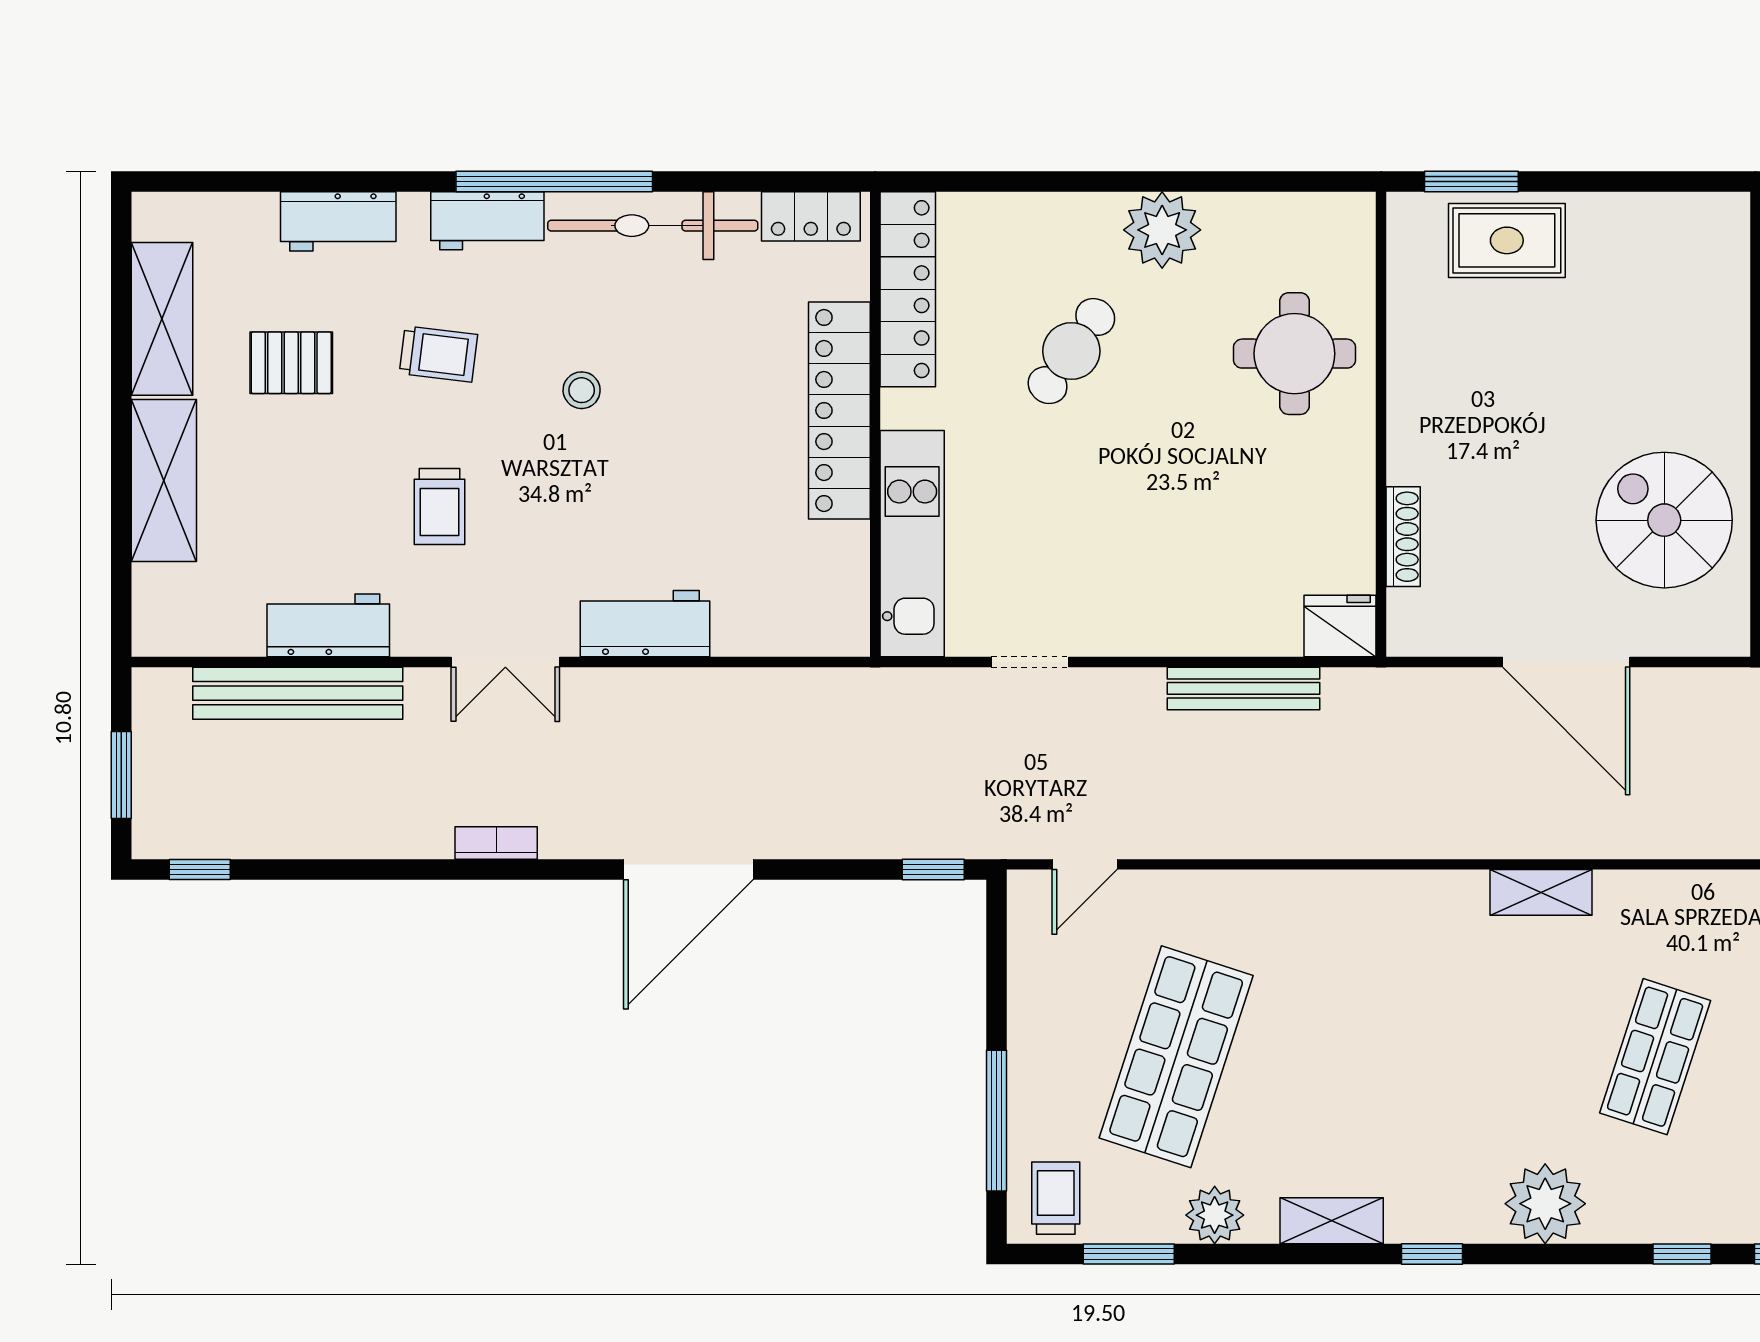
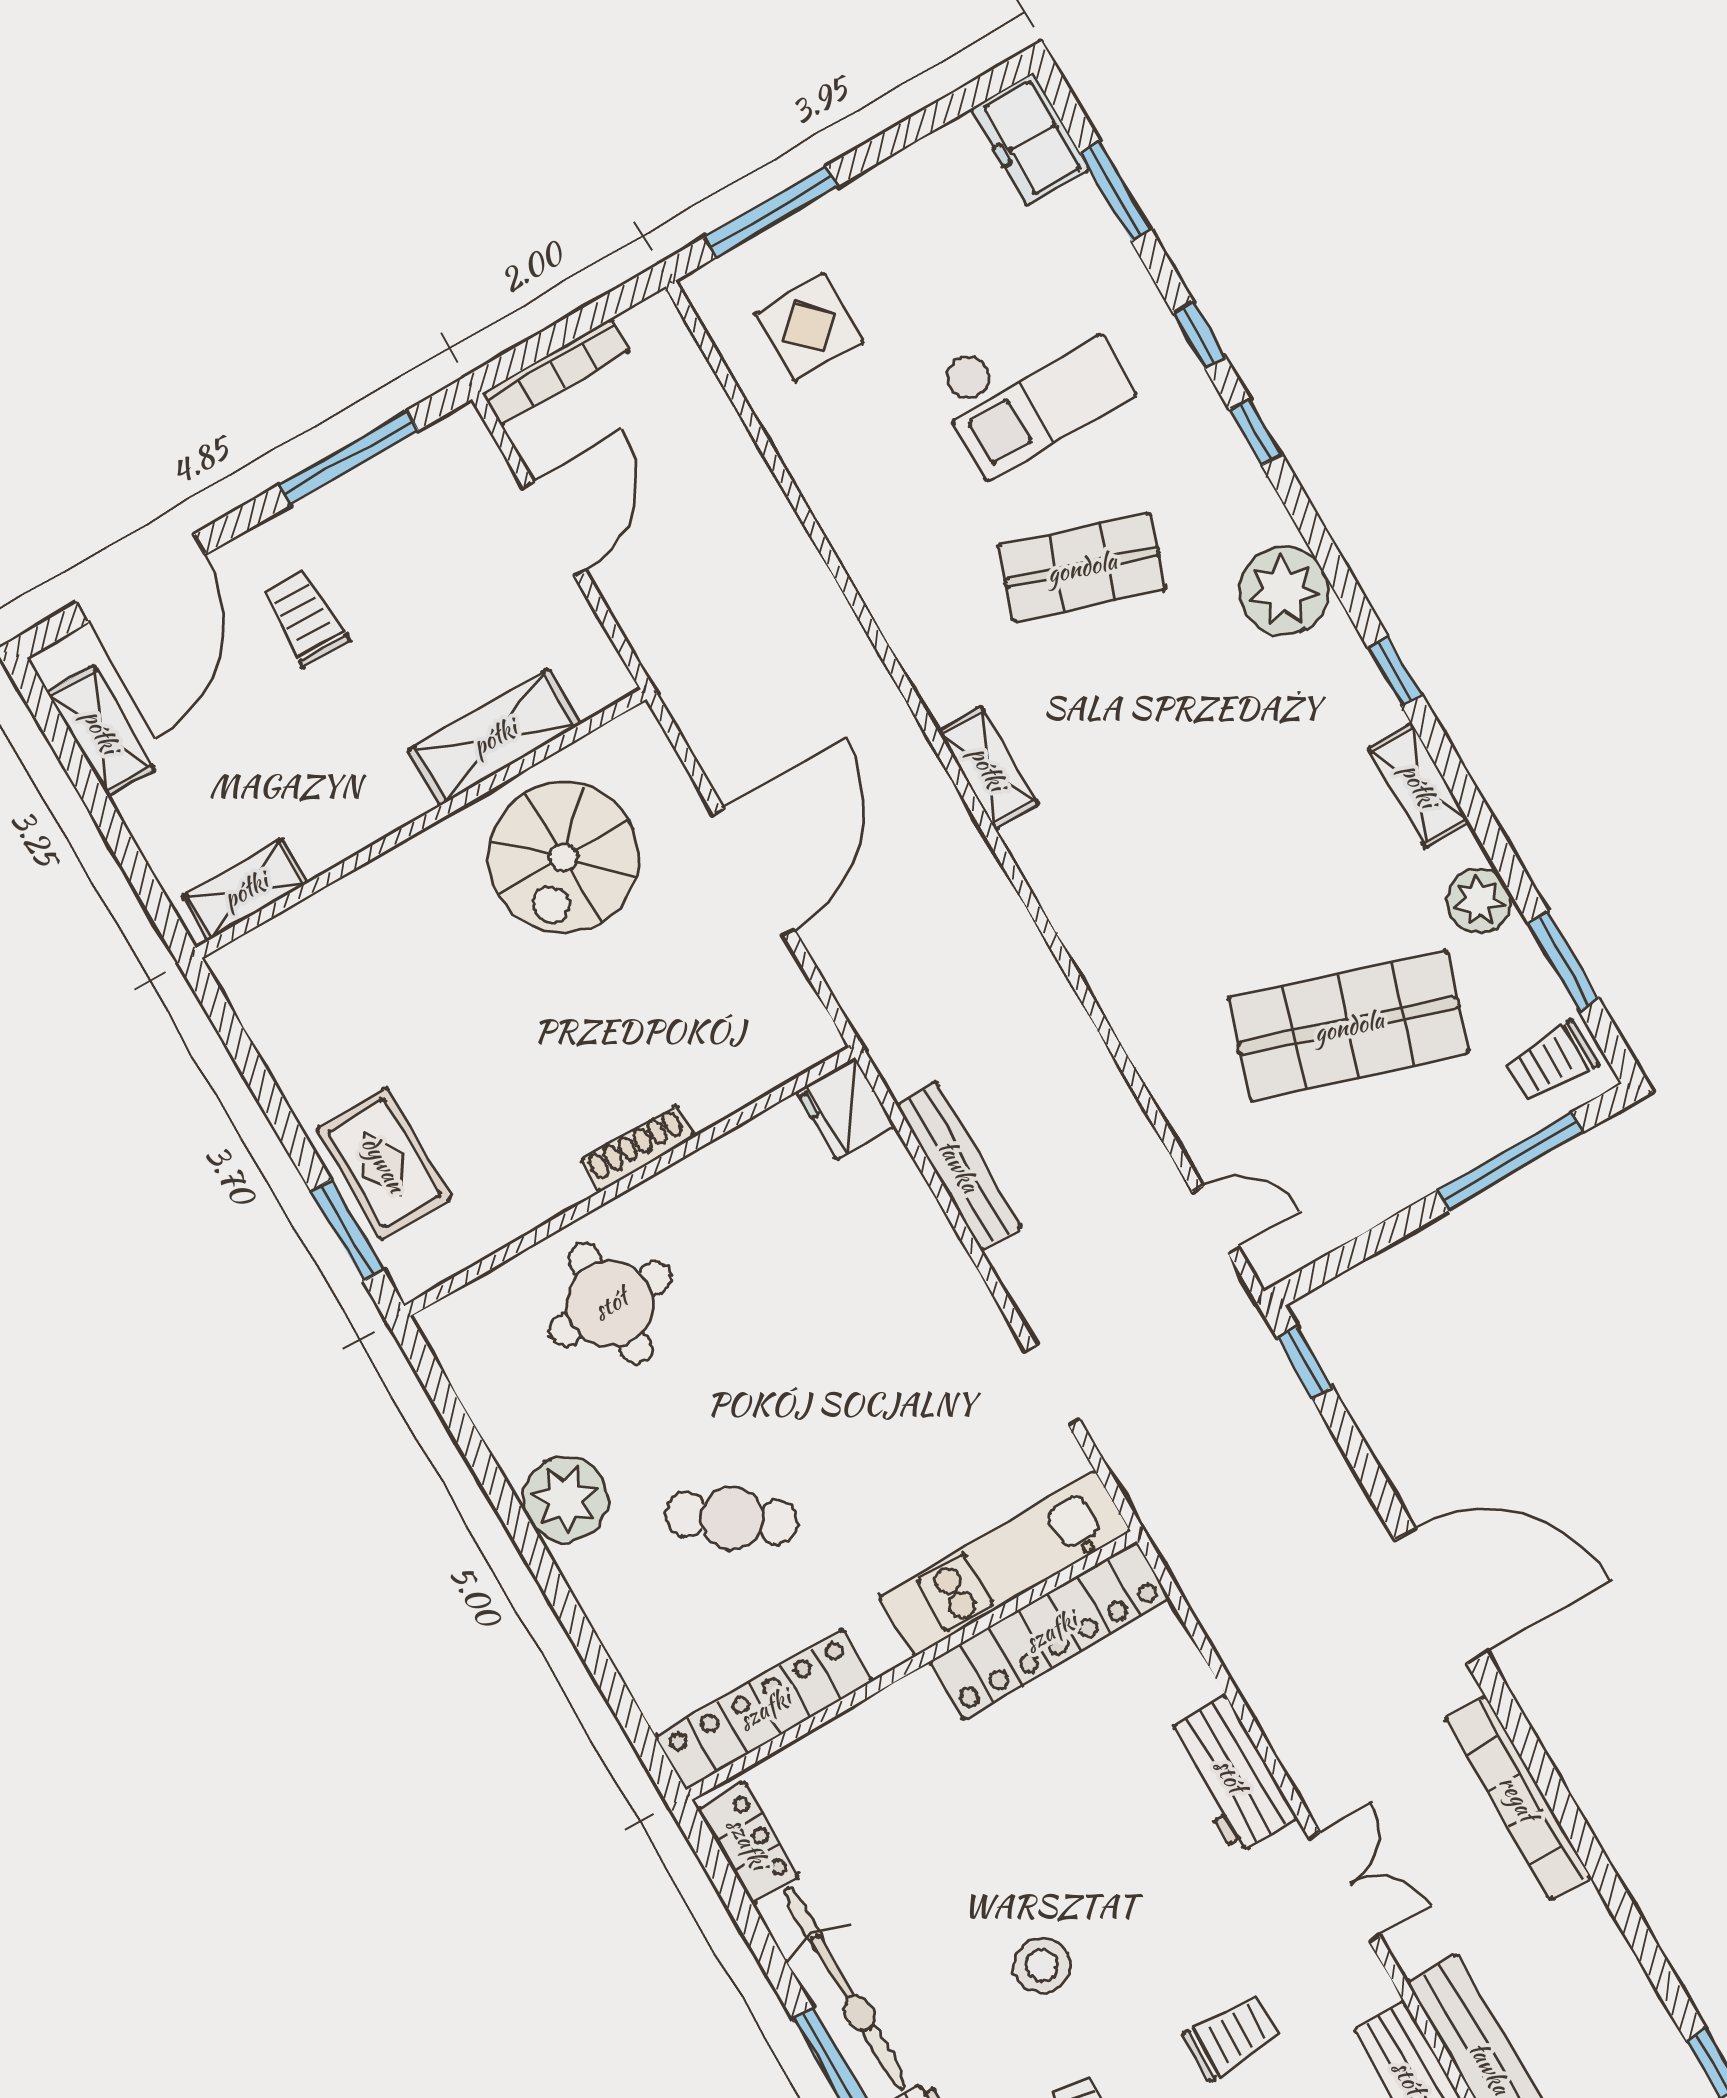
stool: (582, 390) -> (1042, 1965), width x1.37, depth x1.37
locker: (839, 410) -> (1050, 1631), moved
shoe rack: (1403, 537) -> (638, 1149), moved
bookcase: (496, 843) -> (1518, 1798), width x2.31, depth x1.31

